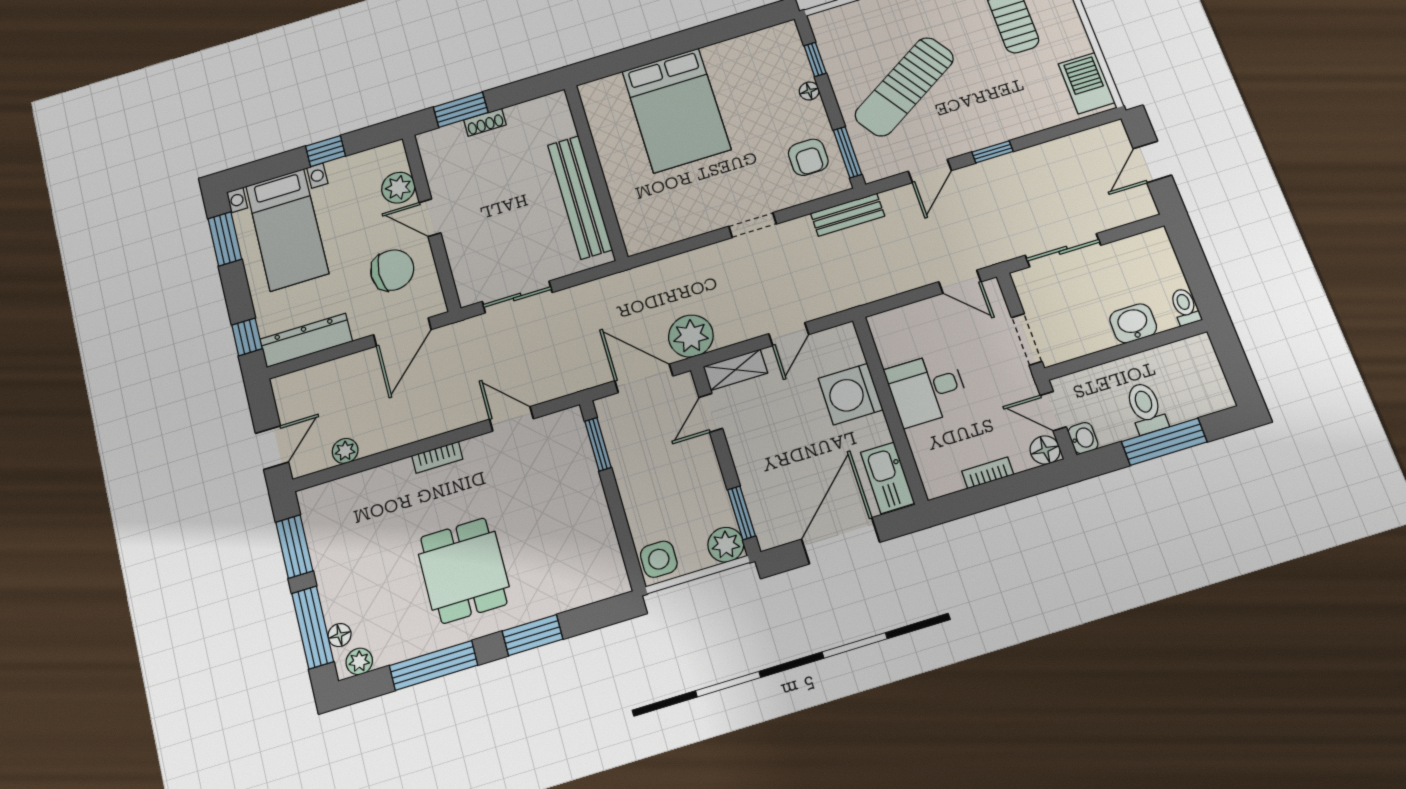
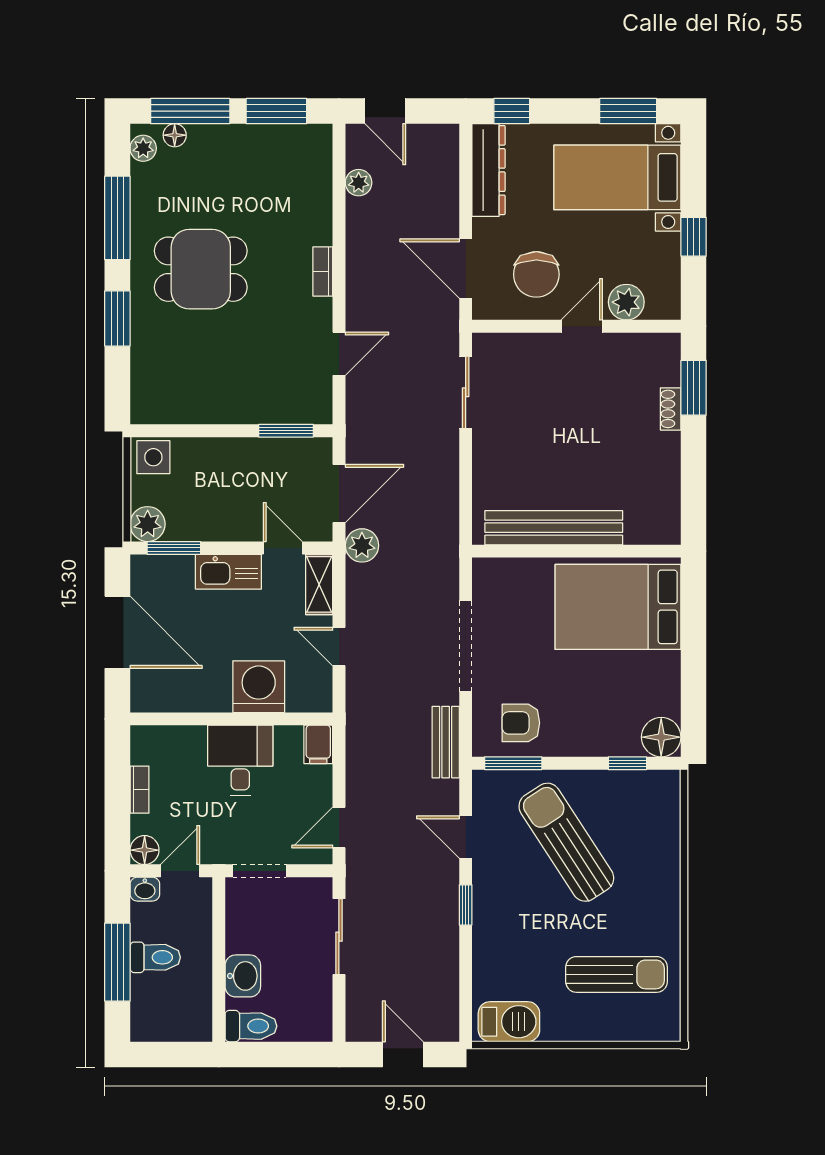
floor lamp: (809, 91) -> (661, 737), moved, width x1.89, depth x1.89
wall: (596, 172) -> (576, 551), moved
bench: (580, 197) -> (554, 528), moved
doorway: (753, 225) -> (466, 646), width x1.88
toilet: (1185, 307) -> (251, 1026), width x1.37, depth x1.39
filing cabinet: (888, 324) -> (318, 744), added
plant: (691, 336) -> (362, 545), width x0.73, depth x0.73
kitchen sink: (888, 478) -> (228, 572), moved, turned 180

